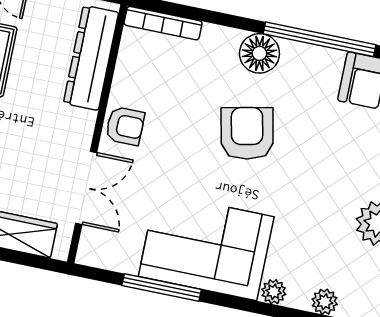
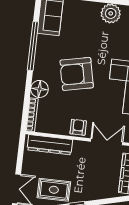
floor lamp: (259, 53) -> (39, 89), moved
armchair: (247, 133) -> (77, 74), width x1.36, depth x1.36

